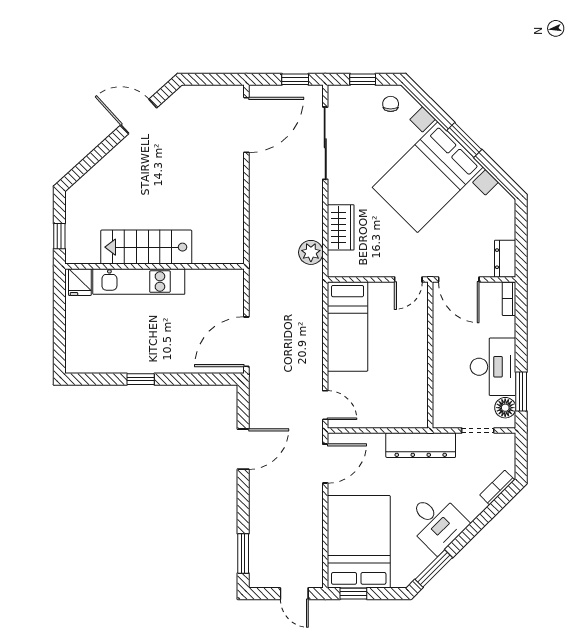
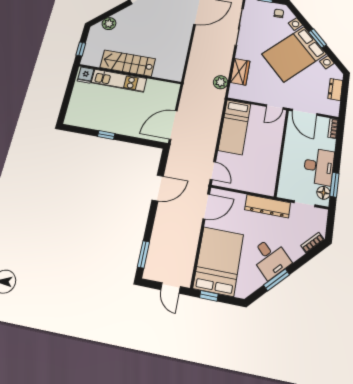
plant: (96, 179) -> (109, 24), added
dresser: (505, 259) -> (335, 90), moved
window: (434, 569) -> (277, 280), moved

